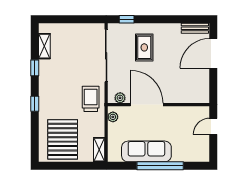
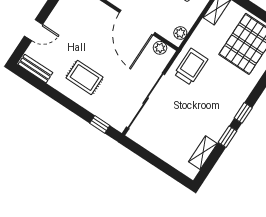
rug: (144, 47) -> (84, 77), moved, turned 90
door: (213, 53) -> (34, 30), width x0.53
trolley: (91, 99) -> (191, 67), turned 180
window: (35, 104) -> (243, 113), moved

